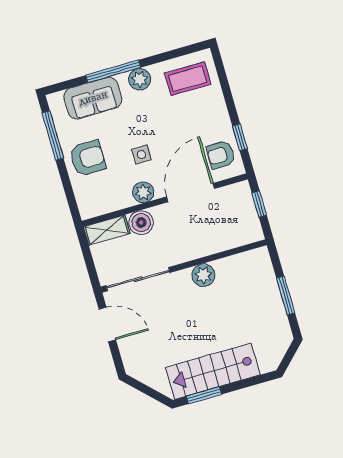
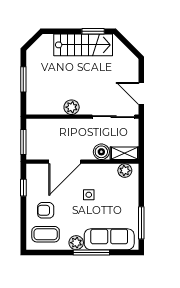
sofa: (93, 98) -> (109, 239), width x1.36
armchair: (221, 155) -> (46, 210), moved, turned 180
armchair: (88, 158) -> (123, 202), removed
plant: (143, 192) -> (125, 171), moved
window: (259, 204) -> (23, 142), width x1.50

